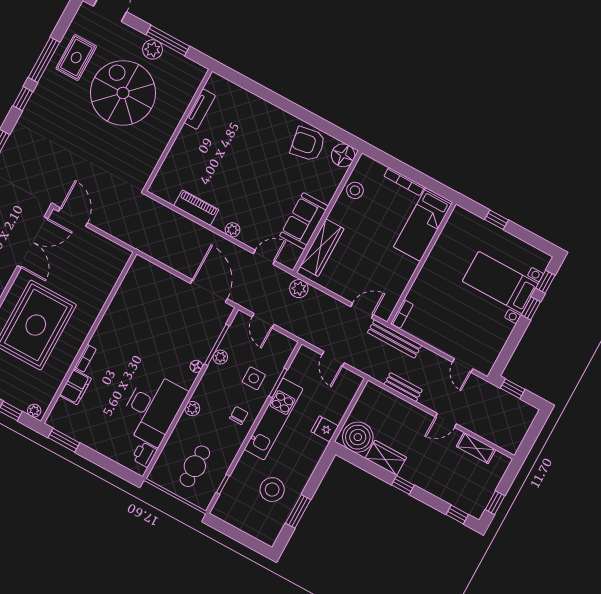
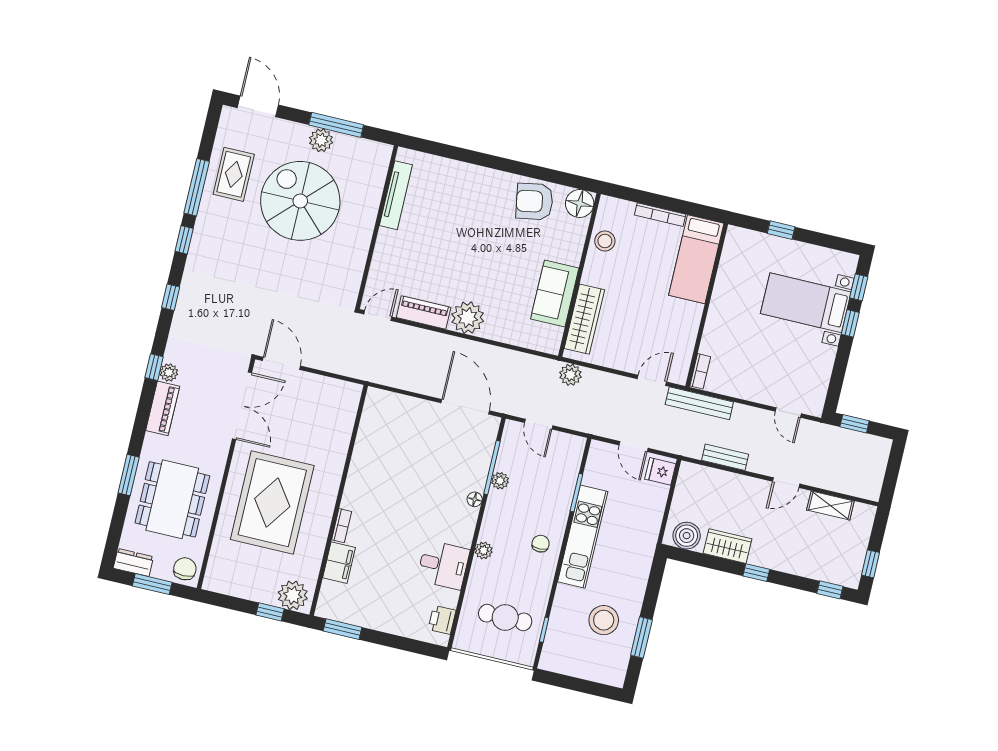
tv unit: (200, 109) -> (396, 195), width x1.41
plant: (233, 230) -> (468, 318), width x1.87, depth x1.87
door: (264, 257) -> (378, 316), moved
side table: (254, 378) -> (546, 495), removed
desk: (152, 409) -> (443, 565), width x0.53, depth x0.77
plant: (34, 411) -> (293, 595), width x1.87, depth x1.87
fridge: (325, 429) -> (660, 471), moved
boiler: (358, 437) -> (687, 536), width x0.73, depth x0.73
cafe table: (195, 466) -> (505, 617), turned 90

